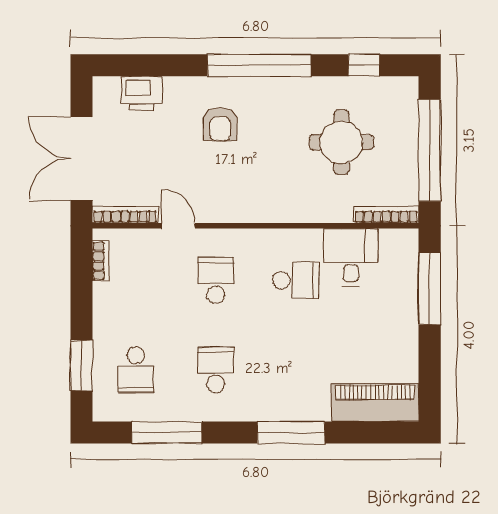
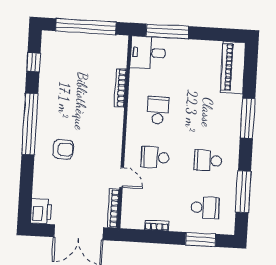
printer: (142, 93) -> (41, 211), moved
round table: (341, 142) -> (78, 78), removed
bookcase: (386, 215) -> (120, 88), moved
door: (178, 226) -> (122, 177), swing flipped
desk: (351, 258) -> (148, 53), moved
bookcase: (101, 261) -> (157, 226), moved

